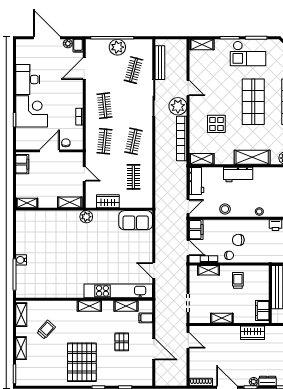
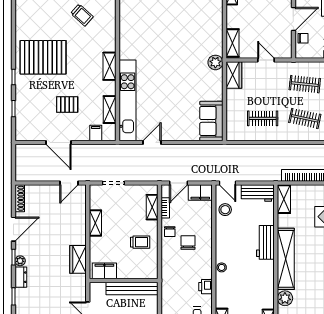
door: (50, 151) -> (293, 19), hinge flipped
shelving: (252, 157) -> (286, 259), width x1.47
door: (84, 174) -> (266, 60), swing flipped
wardrobe: (108, 201) -> (234, 75), moved
stool: (225, 209) -> (225, 210), moved
door: (154, 349) -> (58, 143), hinge flipped

